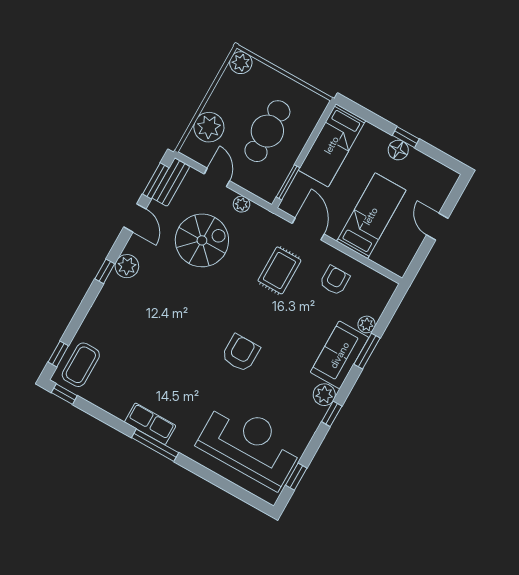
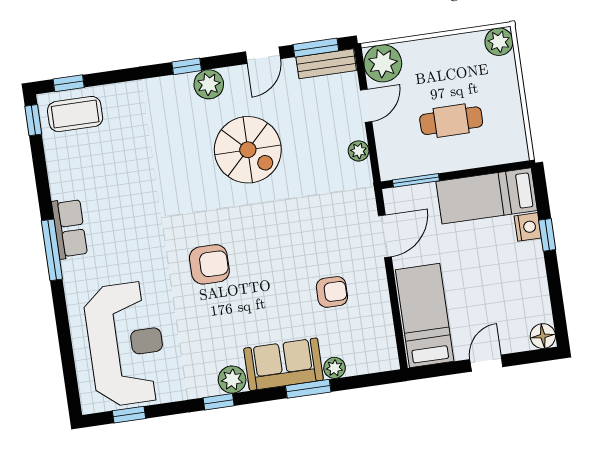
plant: (209, 127) -> (383, 63), moved
cafe table: (267, 131) -> (451, 121), width x0.73, depth x0.74
nightstand: (372, 134) -> (528, 227), added
window: (406, 137) -> (547, 235), moved
floor lamp: (398, 150) -> (543, 336), moved
bed: (371, 216) -> (425, 316), moved, turned -90
spiral stairs: (202, 240) -> (248, 150), moved
rug: (279, 270) -> (322, 240), removed
armchair: (335, 280) -> (332, 292), moved

